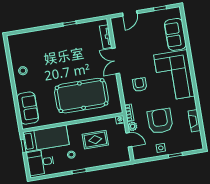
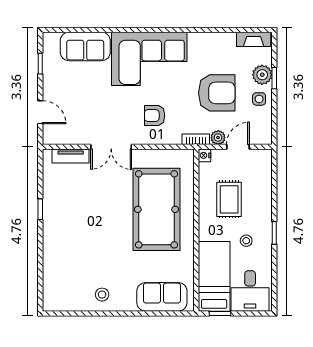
armchair: (160, 121) -> (217, 93), turned 180
fireplace: (194, 121) -> (254, 39), moved
plant: (176, 147) -> (262, 75), added

